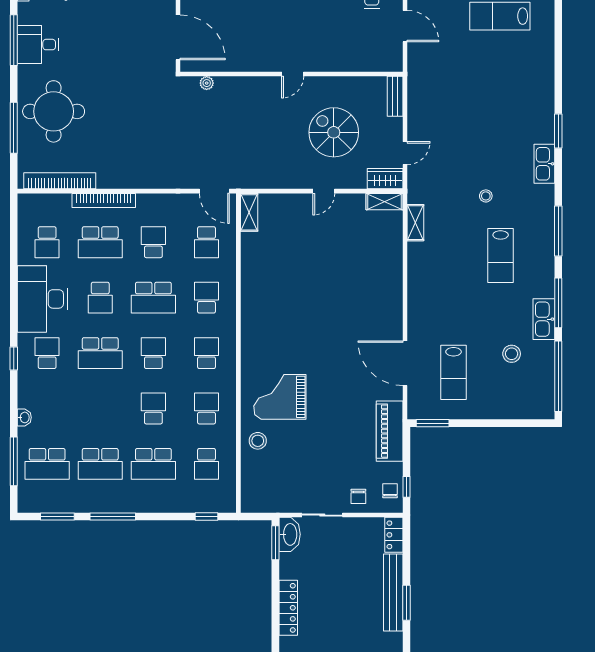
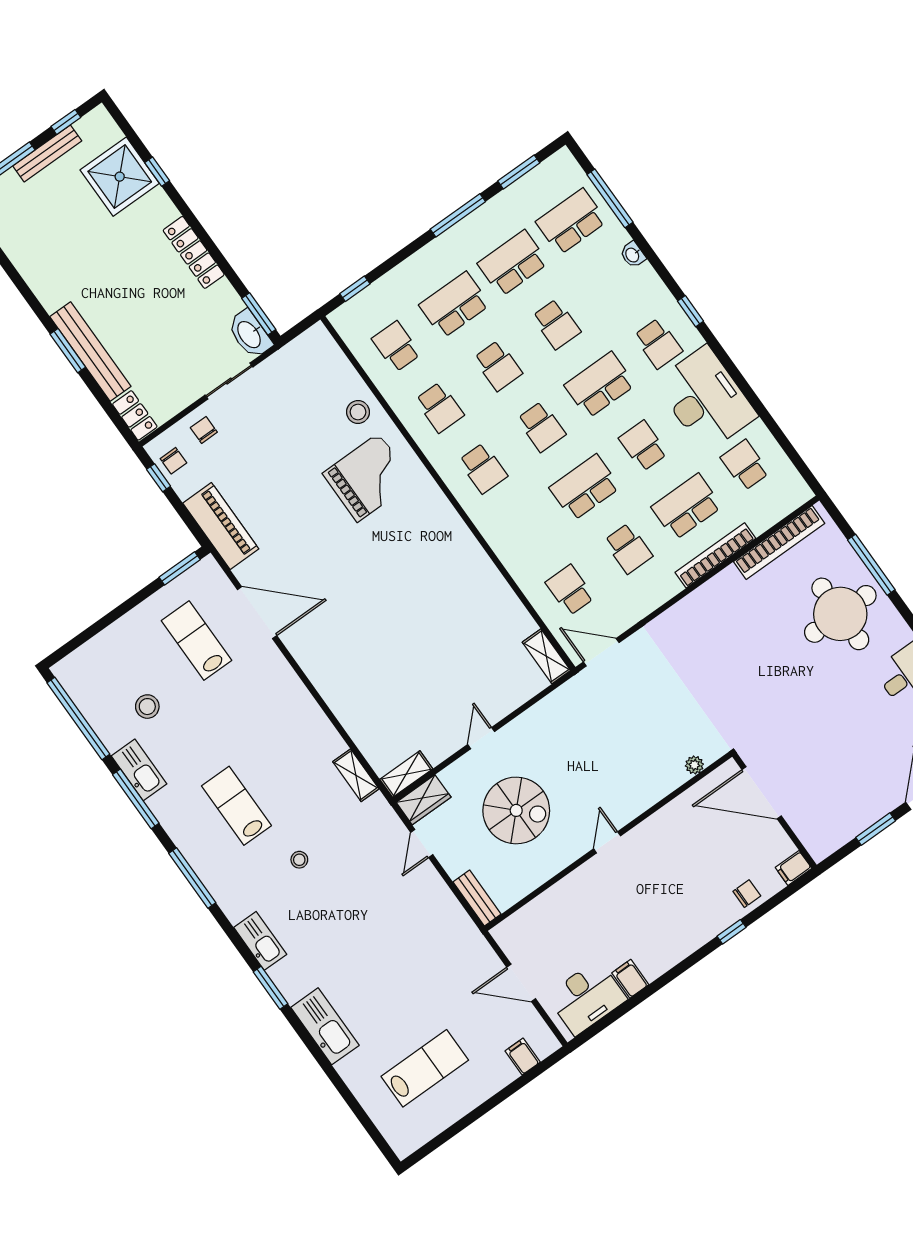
kitchen sink: (542, 84) -> (325, 1026), added
school desk: (206, 298) -> (556, 324), moved

